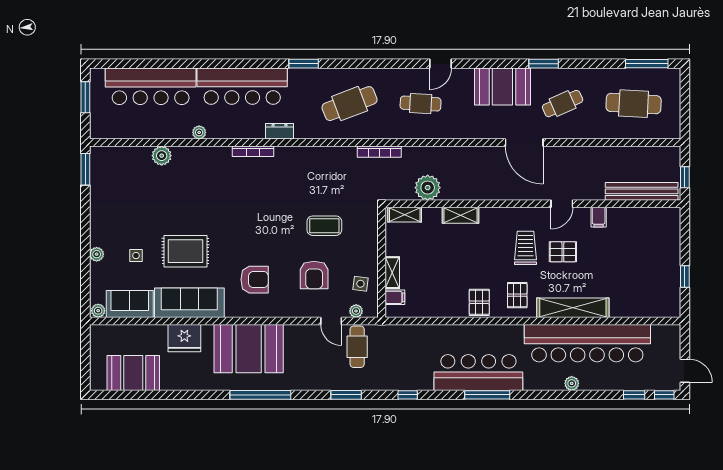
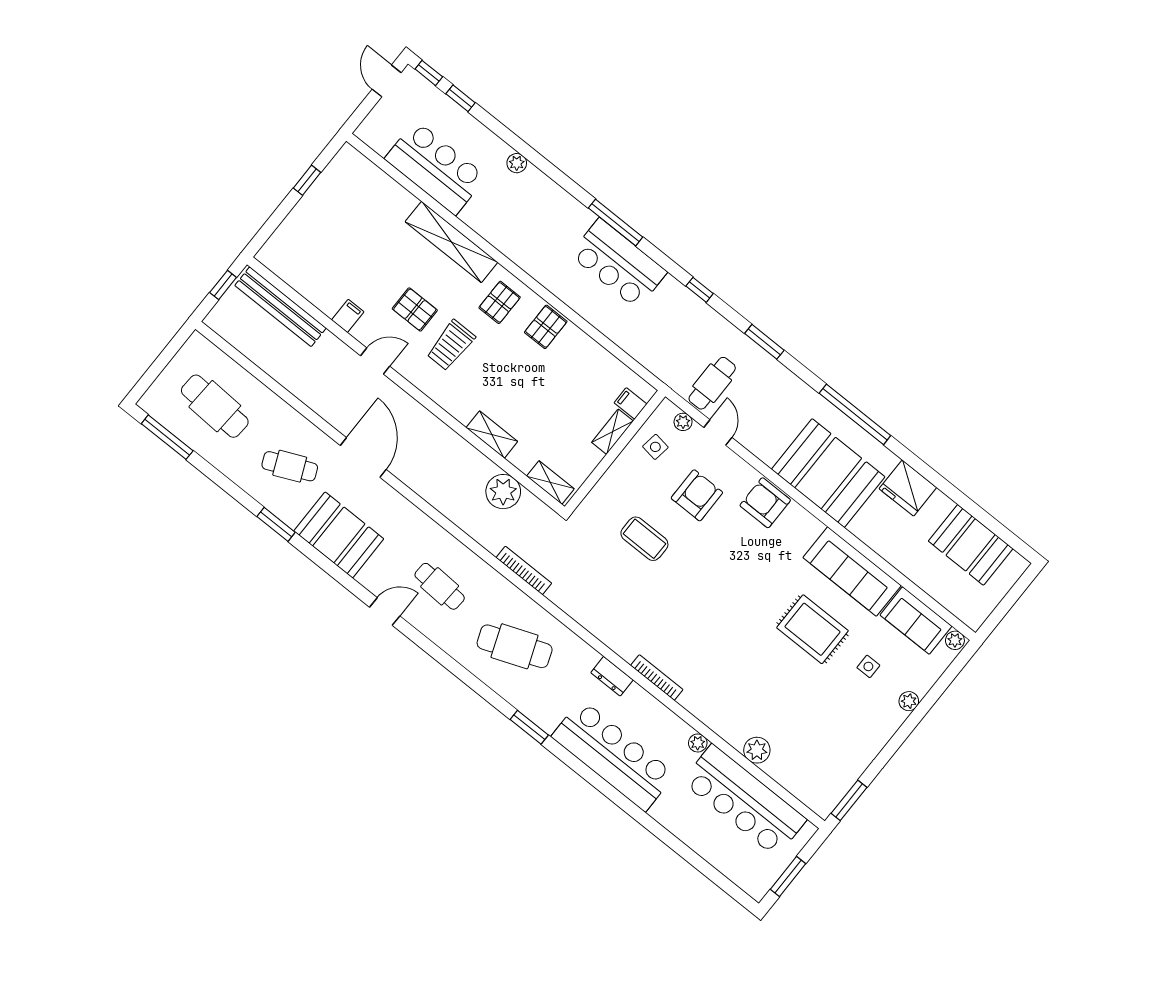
bar counter: (151, 86) -> (744, 800), moved, turned 180
armchair: (255, 280) -> (765, 503), moved
fridge: (184, 338) -> (908, 488), moved, turned 180
bar counter: (587, 343) -> (435, 168), width x0.54
bar counter: (478, 373) -> (618, 263), width x0.73

